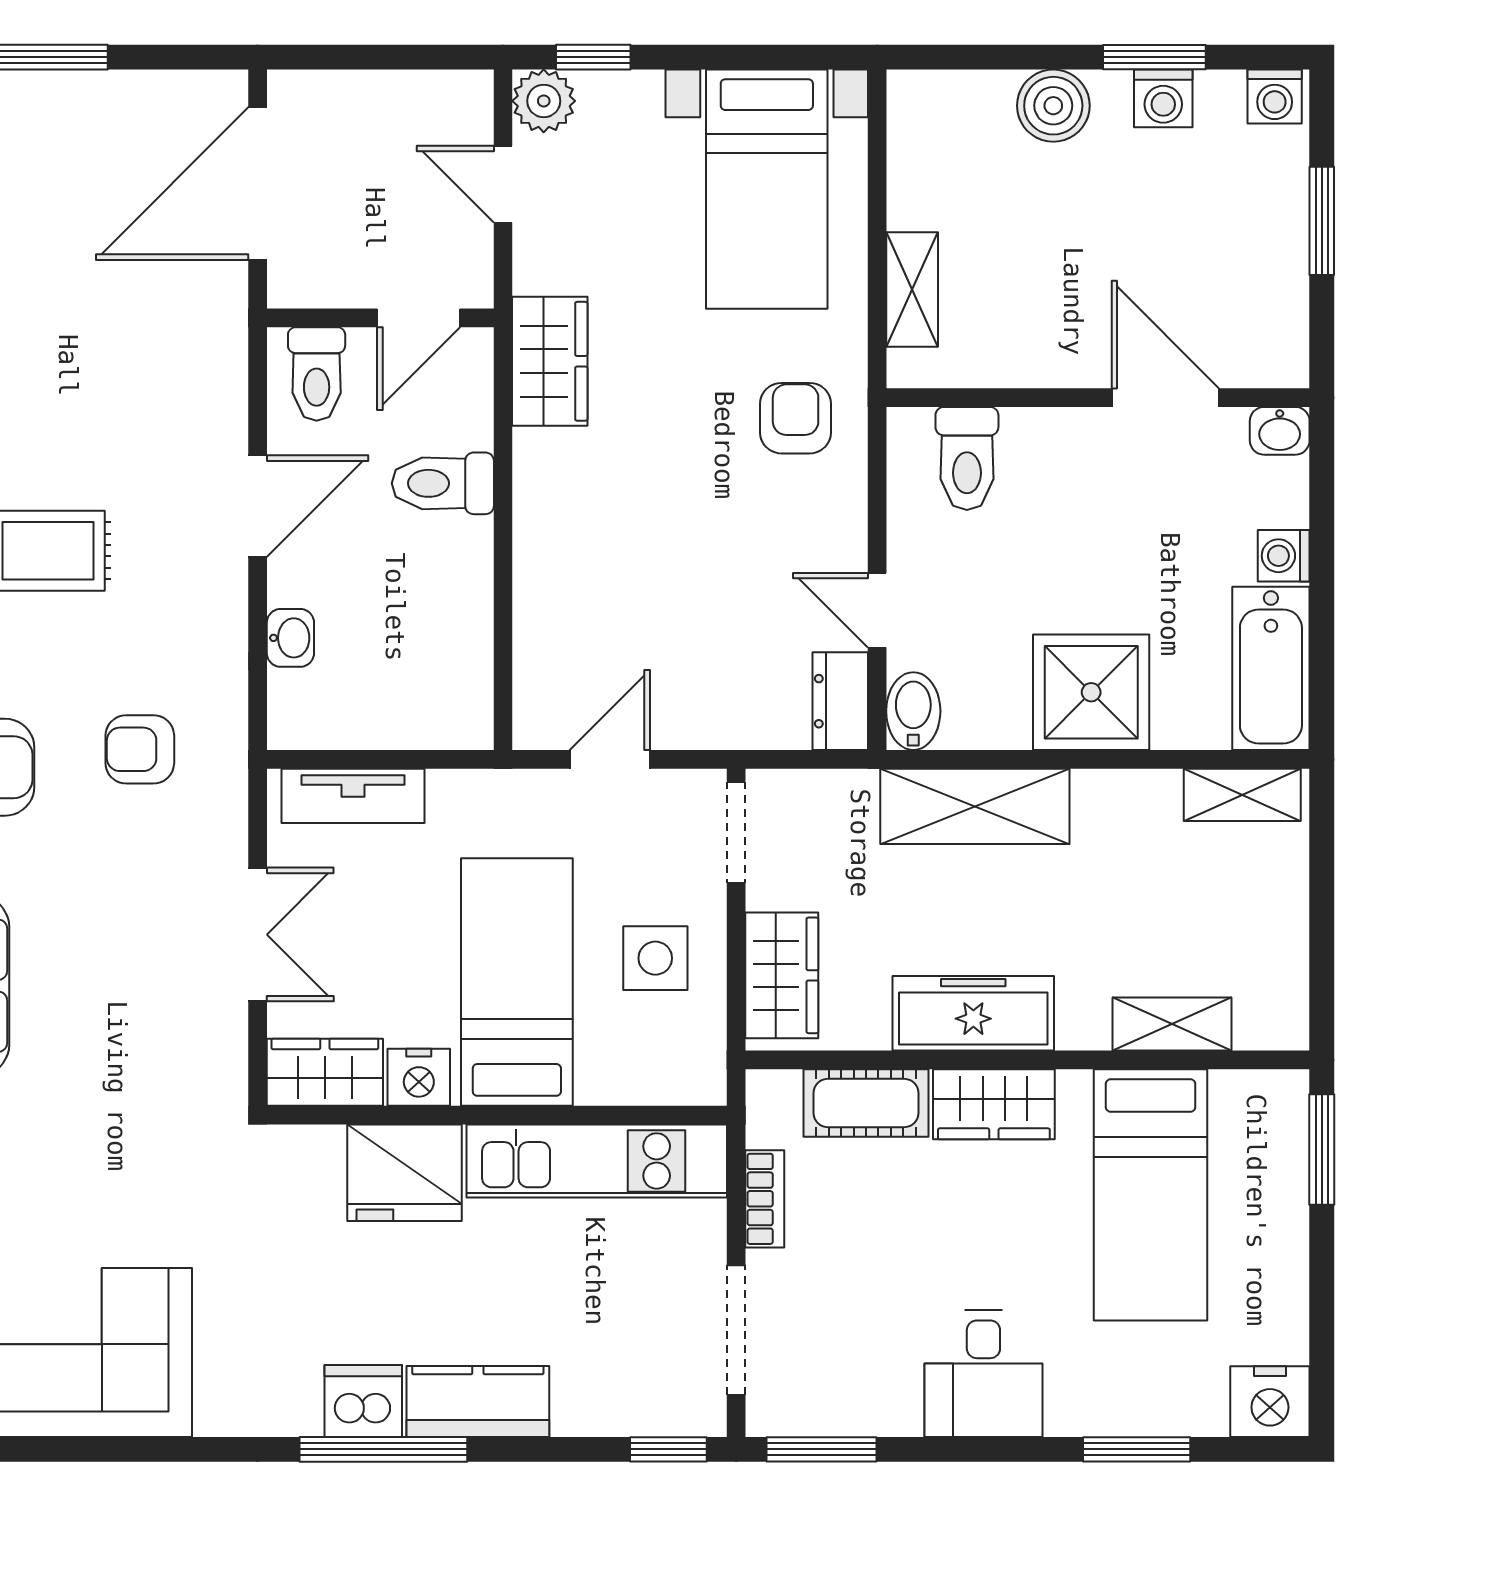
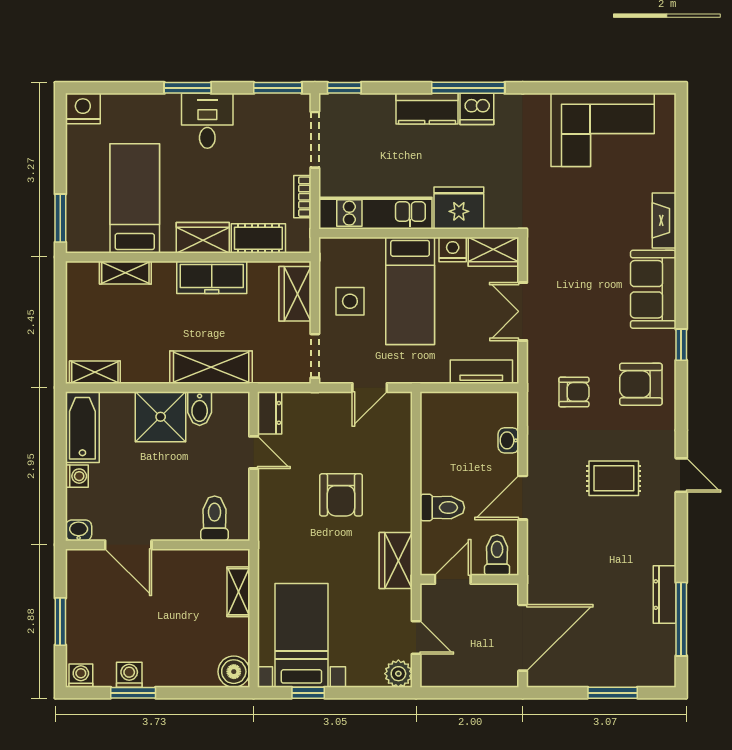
window: (593, 57) -> (308, 693), moved
boiler: (1053, 106) -> (234, 672), moved
armchair: (796, 418) -> (341, 495), moved, width x1.38, depth x1.38
bidet: (913, 711) -> (200, 409), moved
window: (1137, 1449) -> (188, 88), moved

